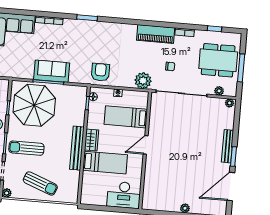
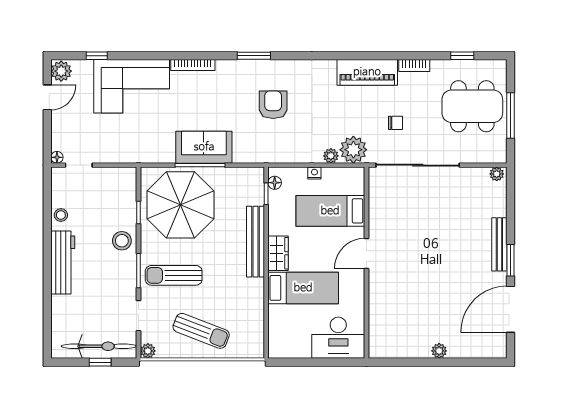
armchair: (100, 72) -> (273, 105), moved
plant: (219, 91) -> (331, 156), moved
bench: (77, 148) -> (255, 242), moved

